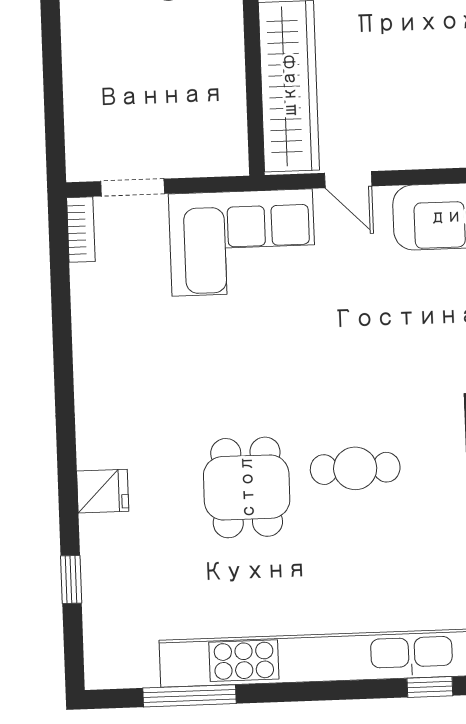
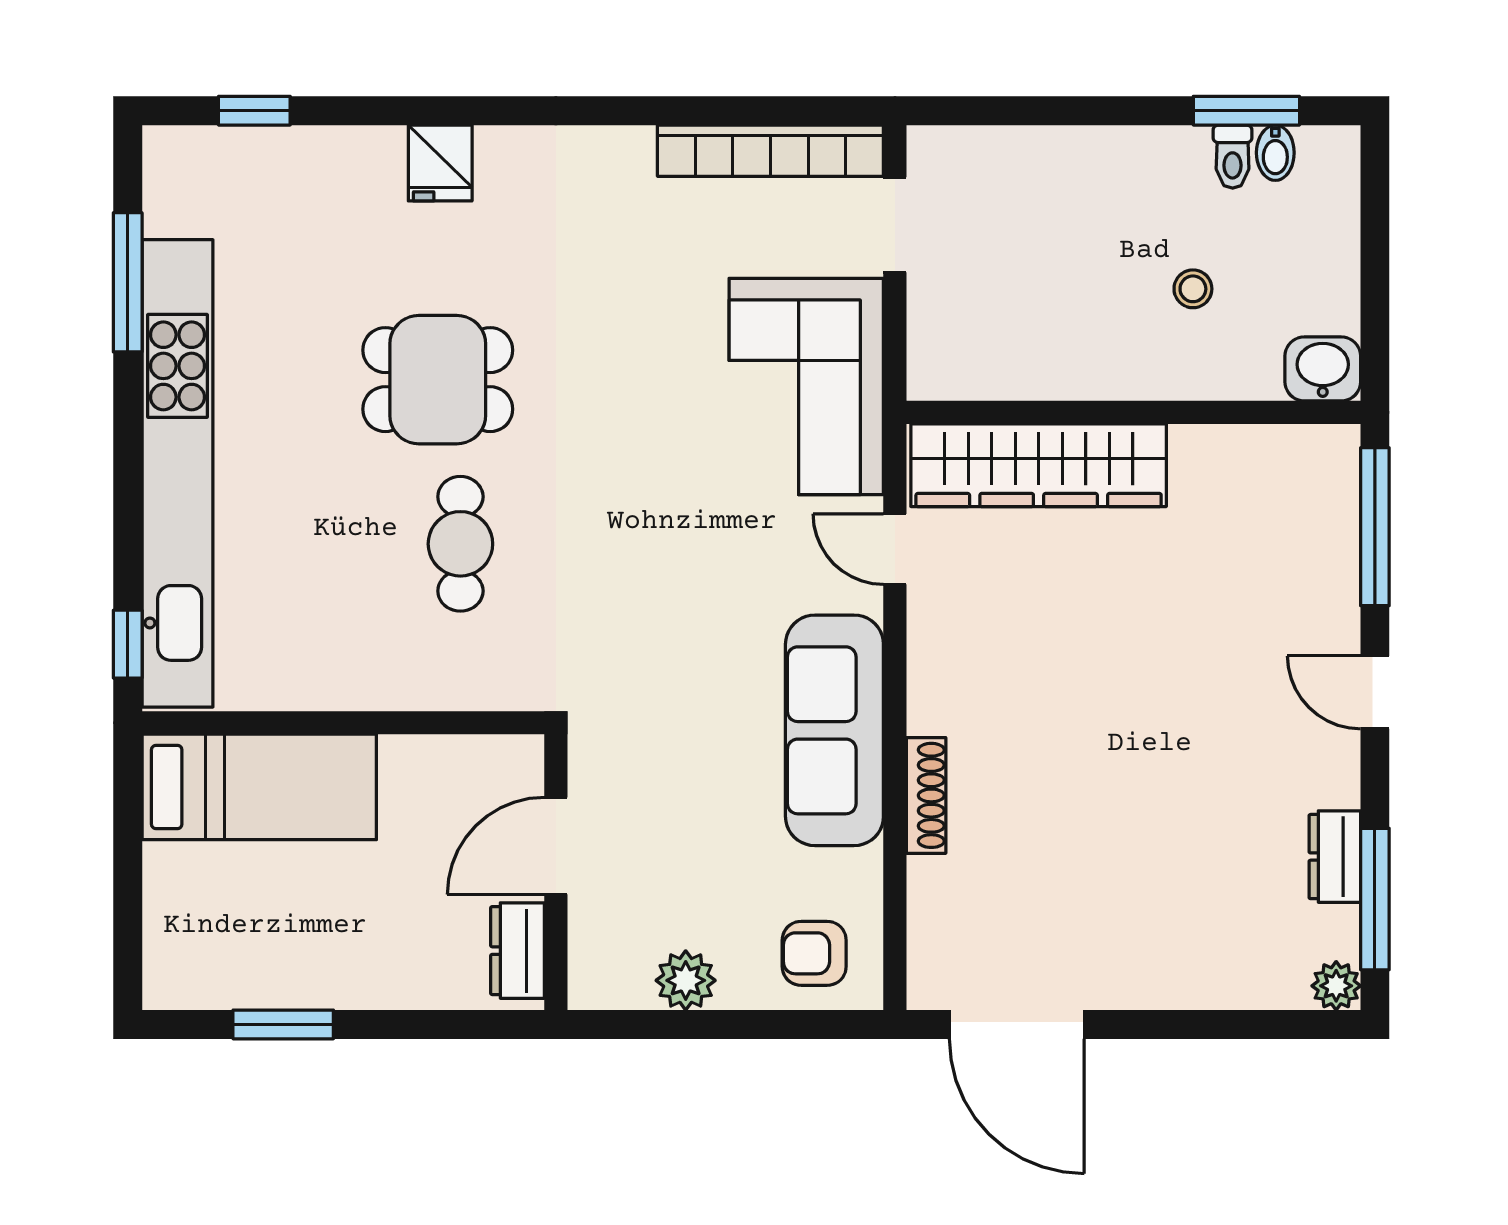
door: (348, 180) -> (895, 549), hinge flipped
bookcase: (81, 230) -> (770, 151), width x2.31, depth x1.31
window: (71, 580) -> (254, 111), moved

